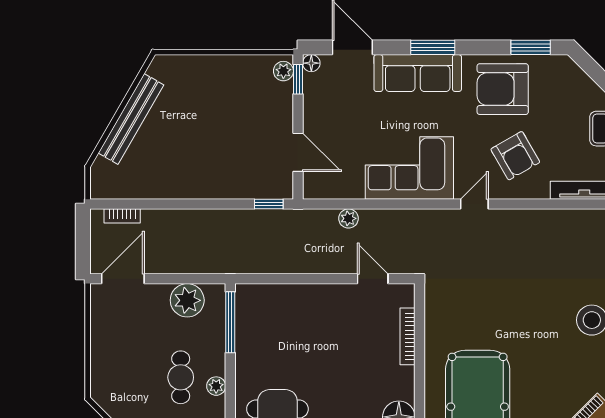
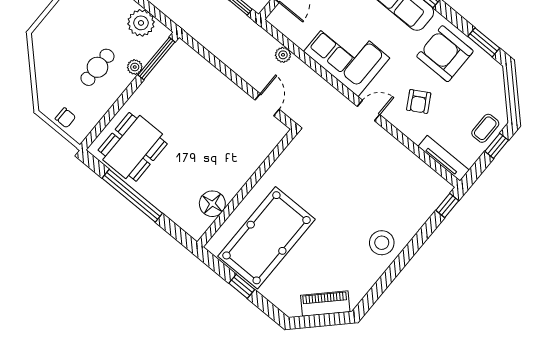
armchair: (515, 156) -> (419, 101), width x0.72, depth x0.72
bookcase: (408, 336) -> (259, 158), removed
plant: (216, 386) -> (135, 67), moved

